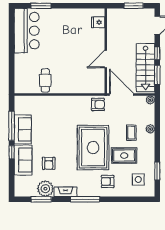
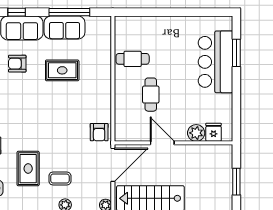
bar counter: (27, 31) -> (216, 62), moved, turned 90
plant: (99, 35) -> (196, 133), added
cafe table: (71, 67) -> (151, 95), added
rug: (93, 148) -> (62, 70), moved, width x0.54, depth x0.49
window: (12, 152) -> (17, 12), moved

